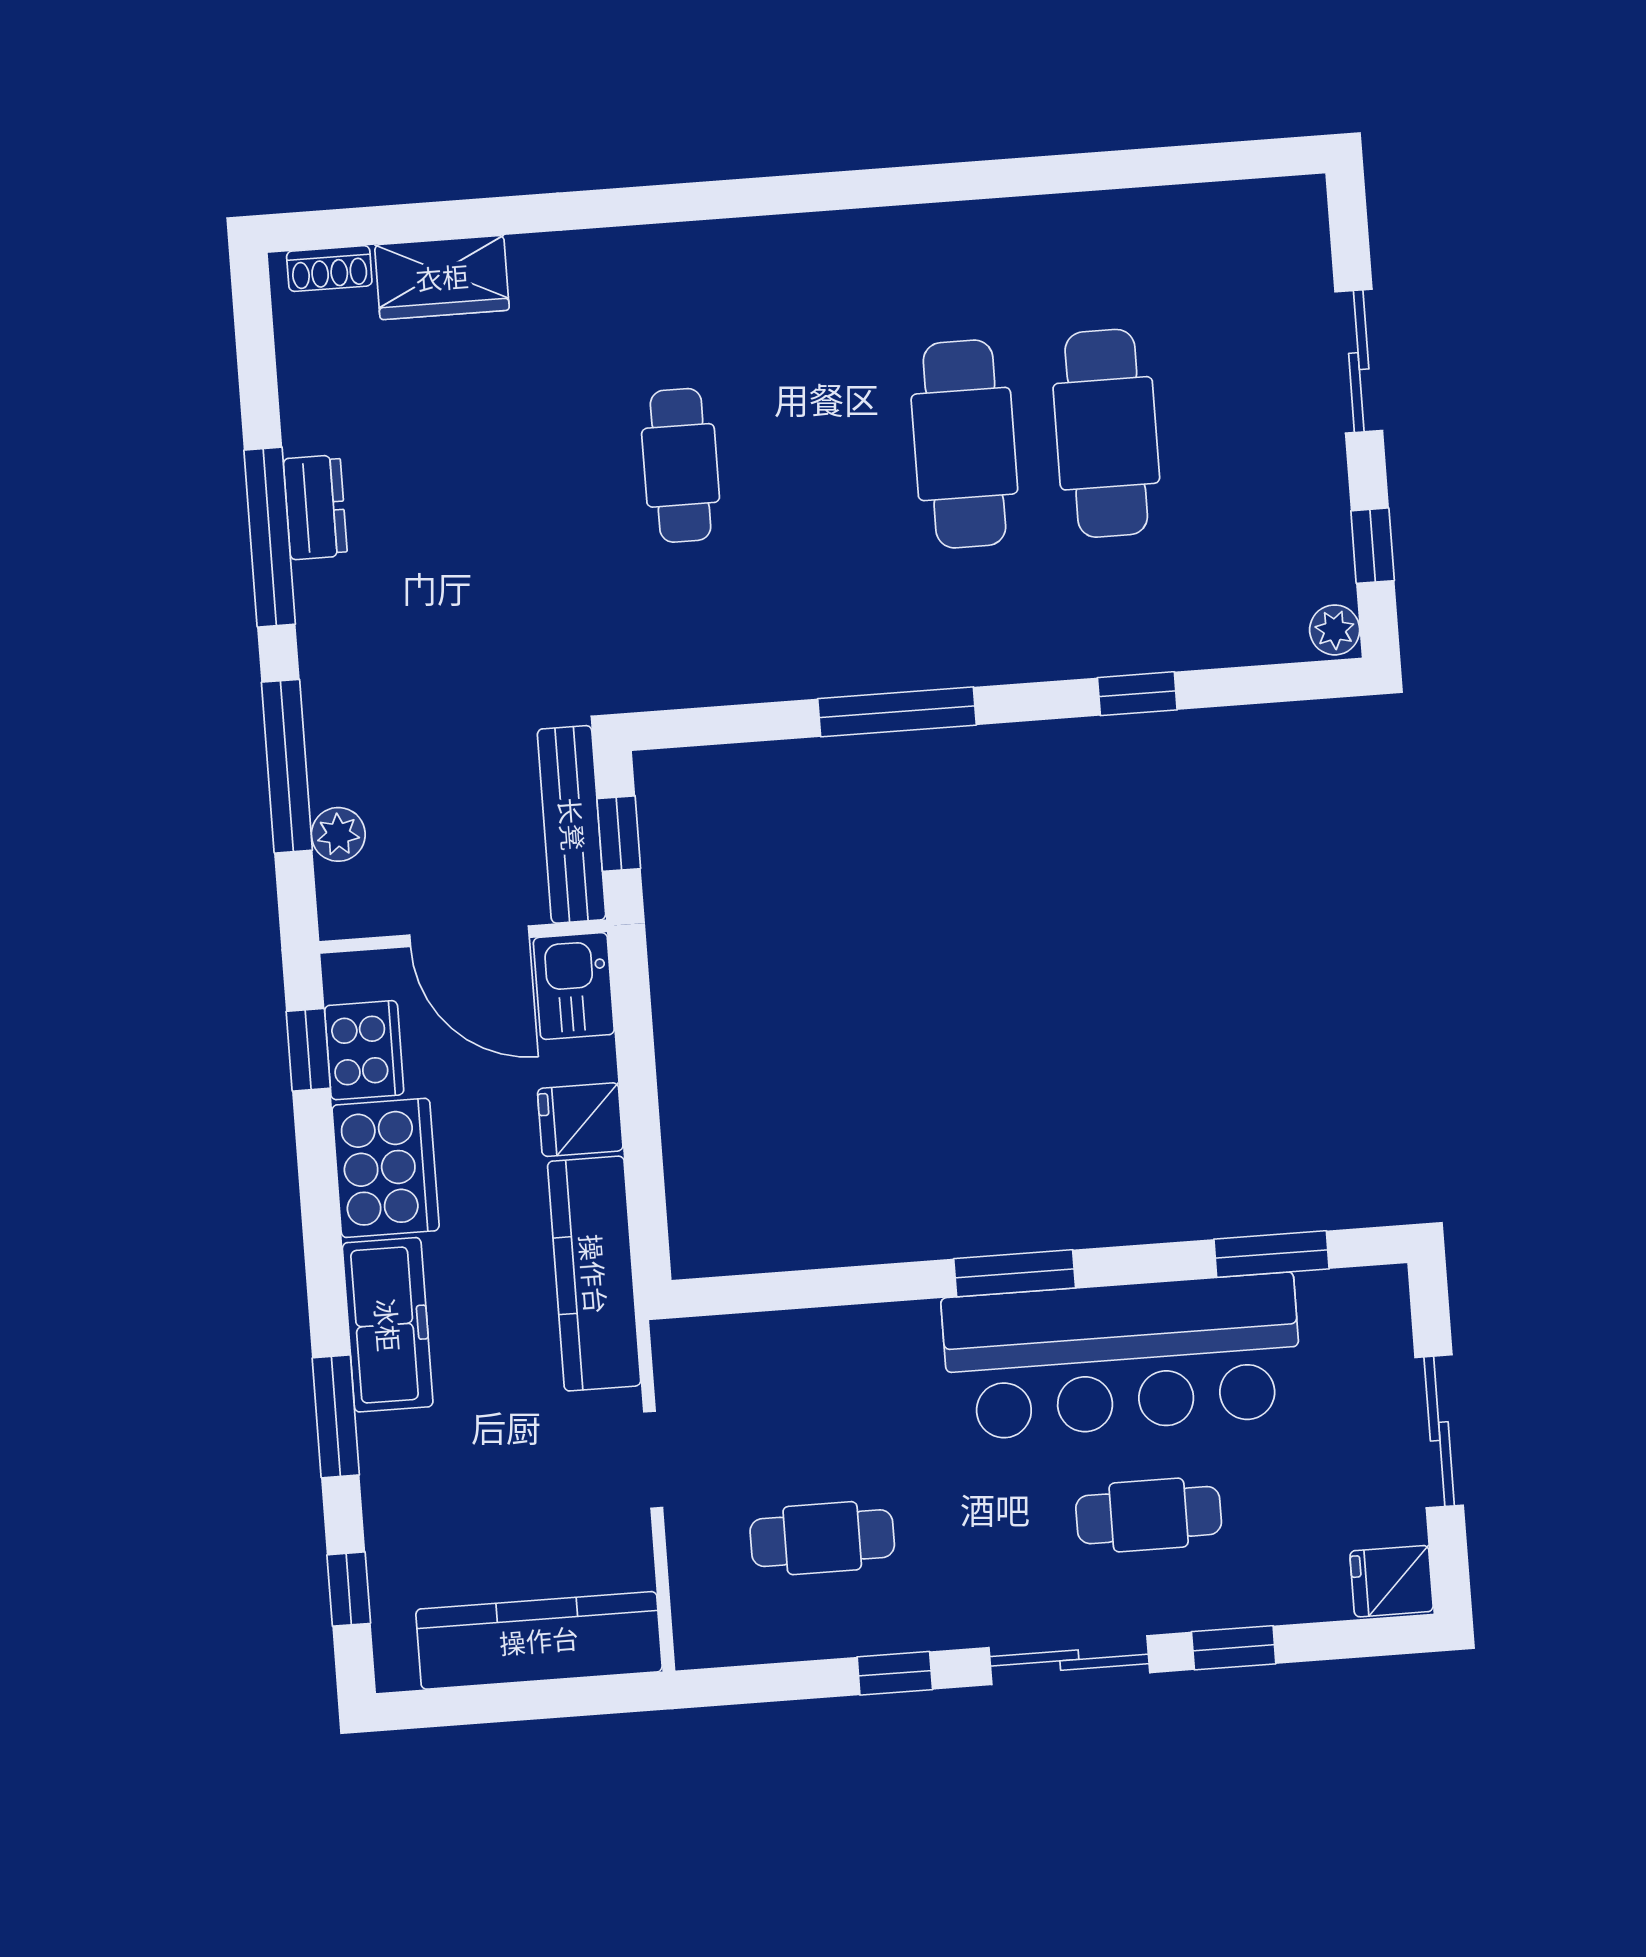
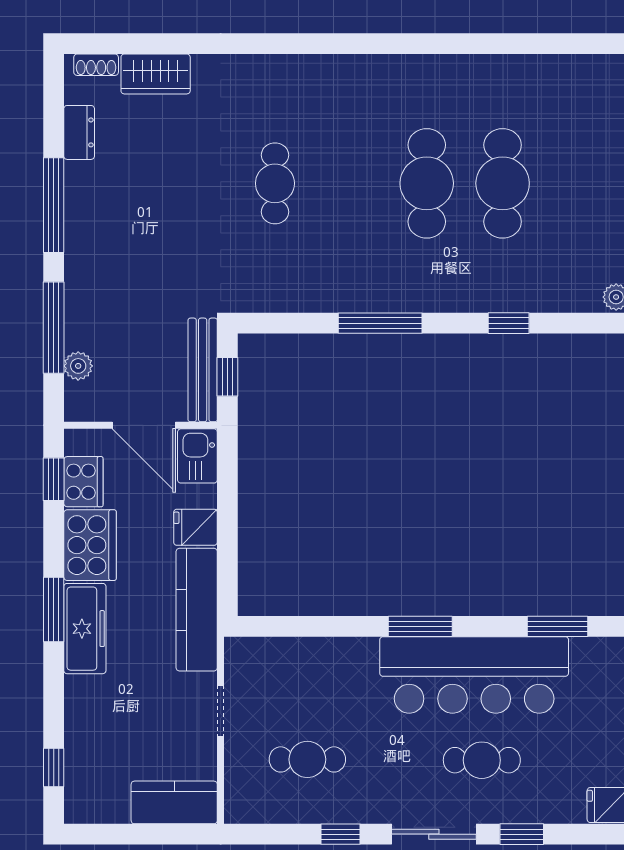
dresser: (315, 507) -> (79, 132), moved
window: (336, 1416) -> (54, 609), moved
kitchen counter: (539, 1640) -> (174, 802), width x0.67

